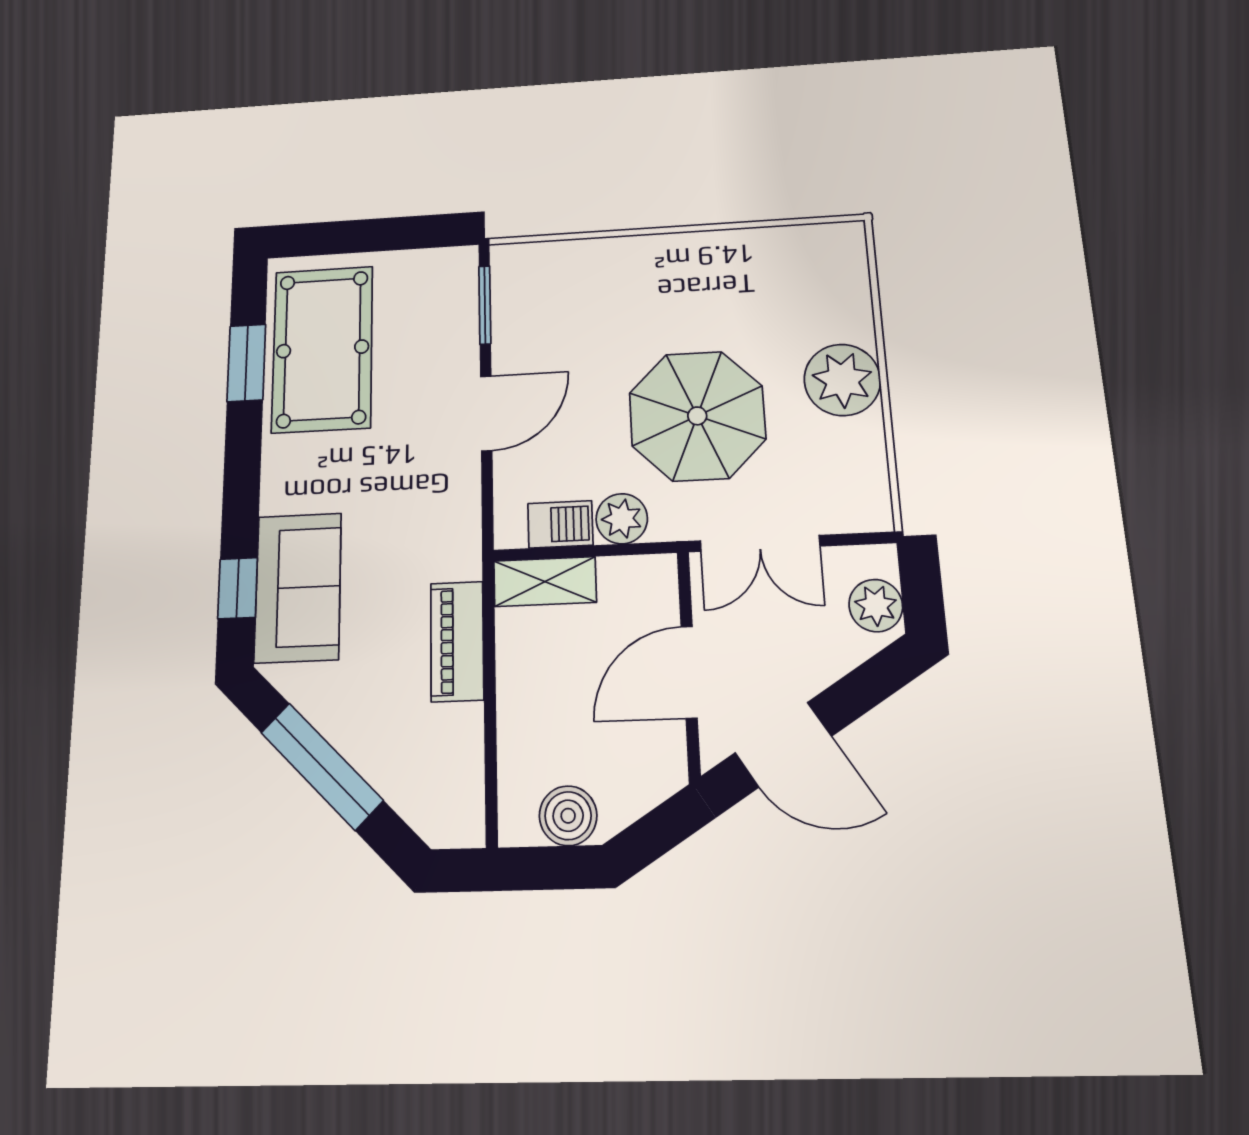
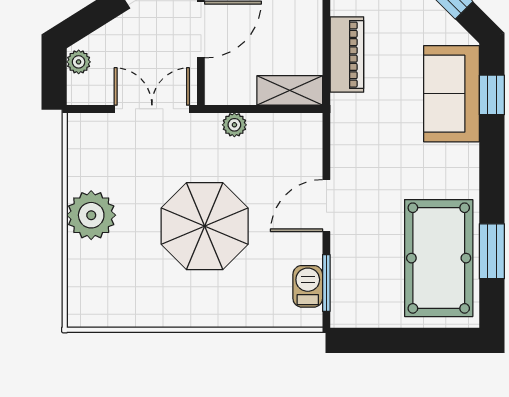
parasol: (697, 416) -> (205, 226), moved
plant: (622, 519) -> (234, 125), width x0.73, depth x0.73
barbecue: (560, 524) -> (308, 286), moved, turned 90
plant: (876, 606) -> (79, 62), width x0.73, depth x0.73

